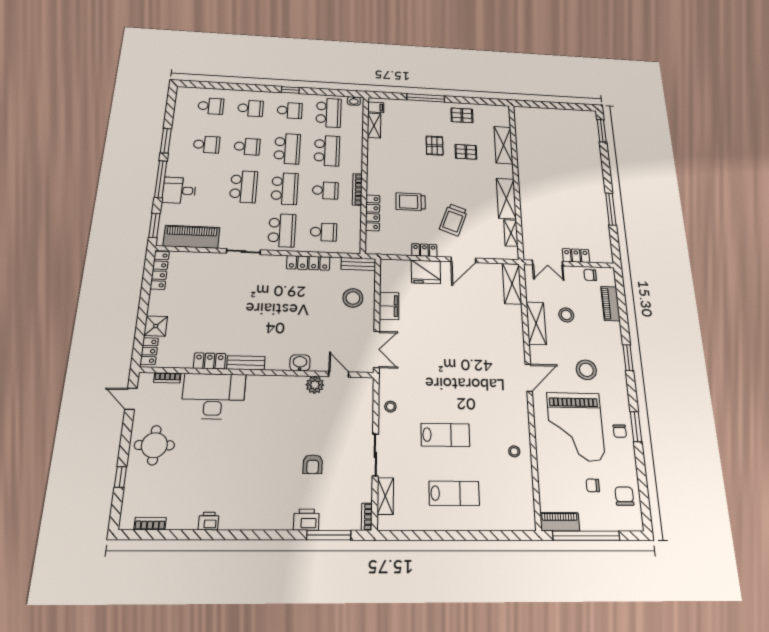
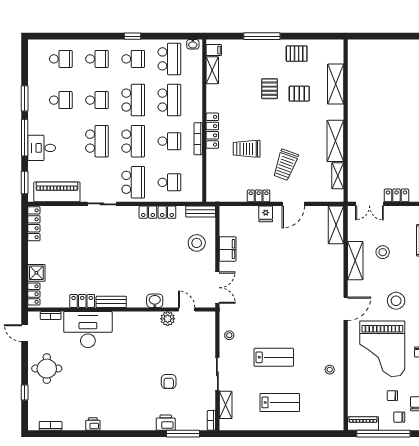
locker: (373, 213) -> (212, 131), moved
fridge: (426, 272) -> (266, 214), width x0.53, depth x0.75
chair: (590, 275) -> (399, 417), moved

